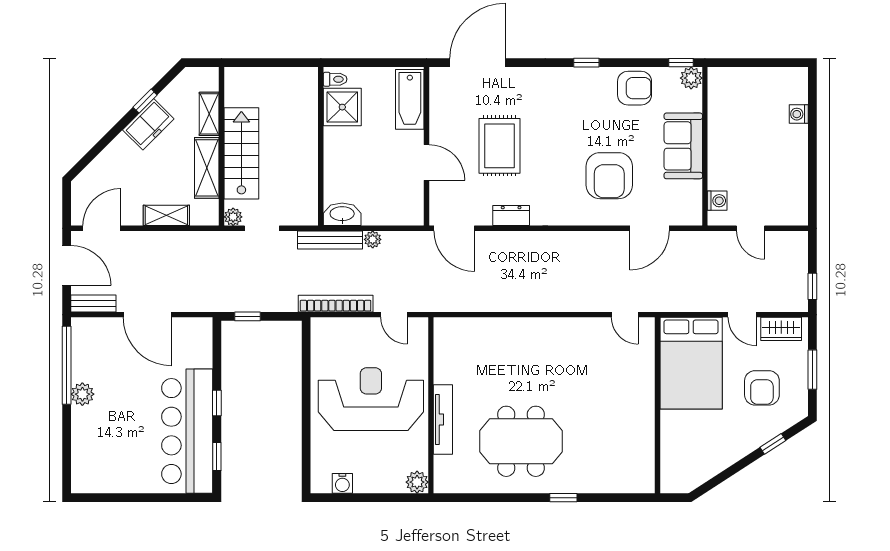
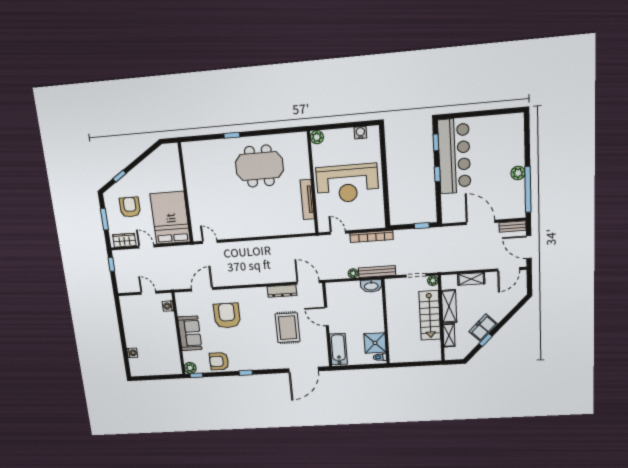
dresser: (511, 216) -> (282, 291), width x1.44
tv unit: (443, 420) -> (307, 200), moved

